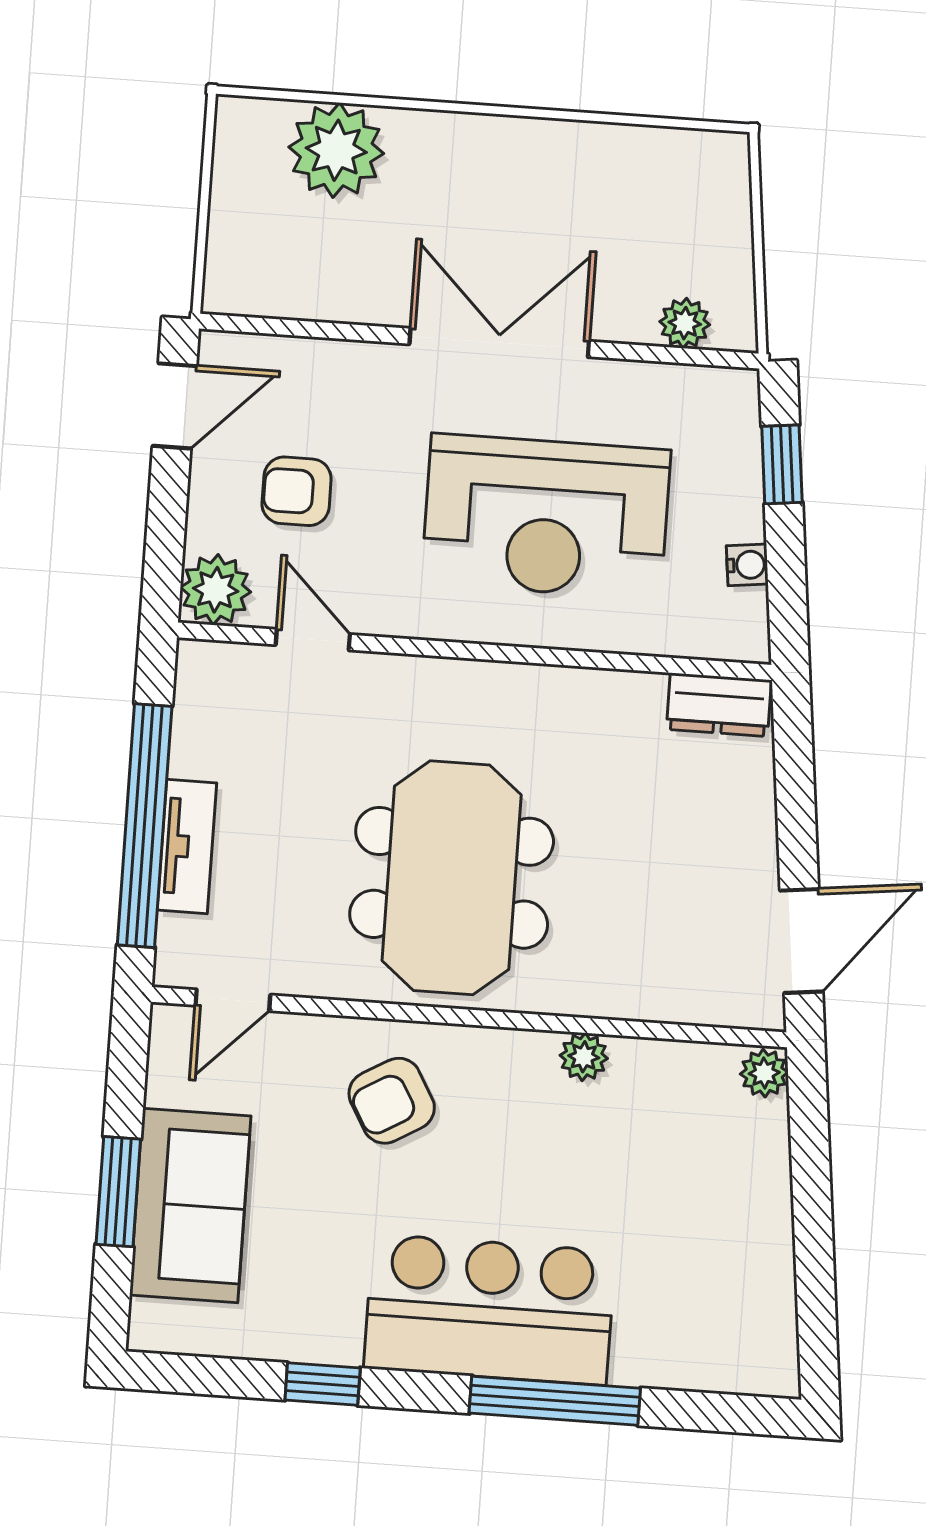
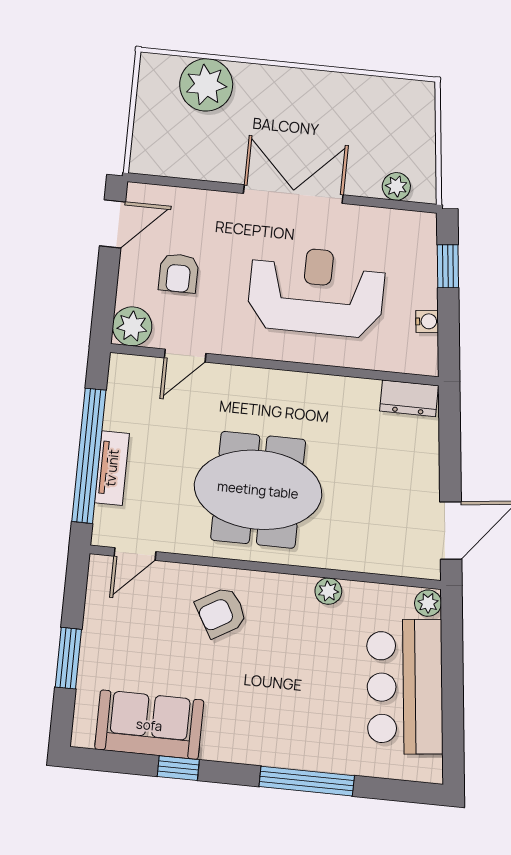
armchair: (297, 491) -> (179, 273), turned -90
reception desk: (546, 517) -> (316, 291), turned 180
door: (313, 640) -> (185, 356), swing flipped
meeting table: (452, 878) -> (258, 490), turned 90
sofa: (190, 1205) -> (149, 725), moved, turned -90
bar counter: (489, 1310) -> (405, 687), moved, turned -96

